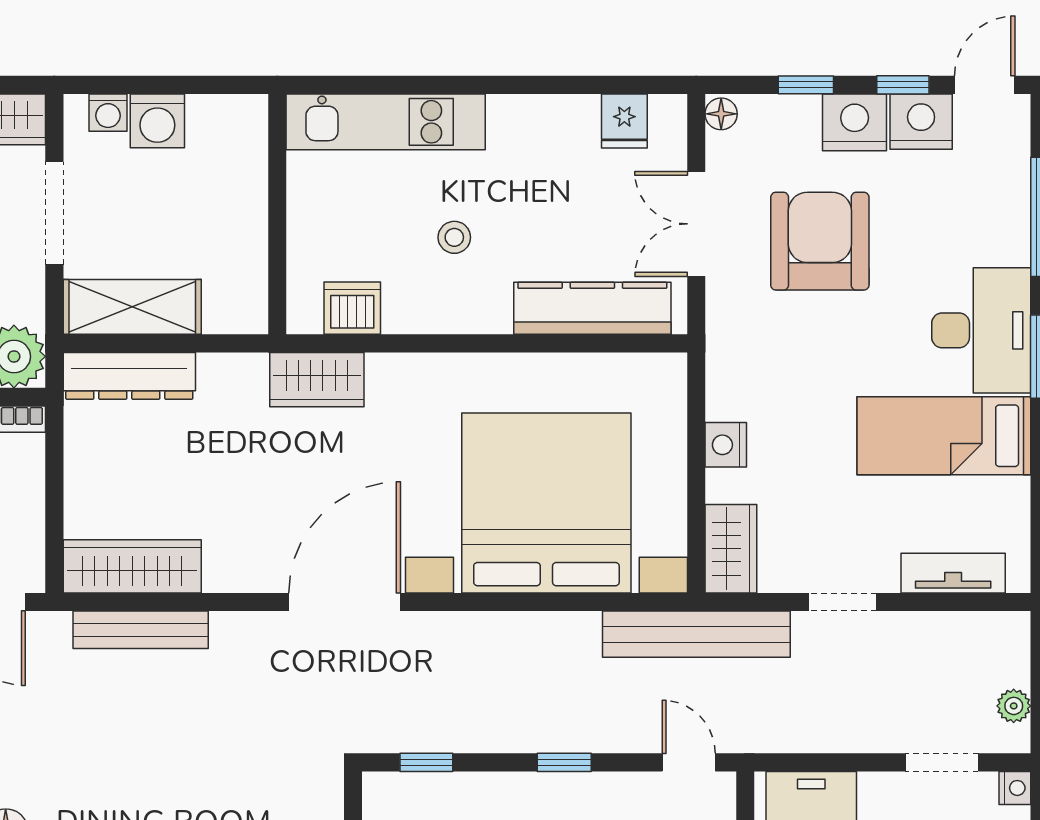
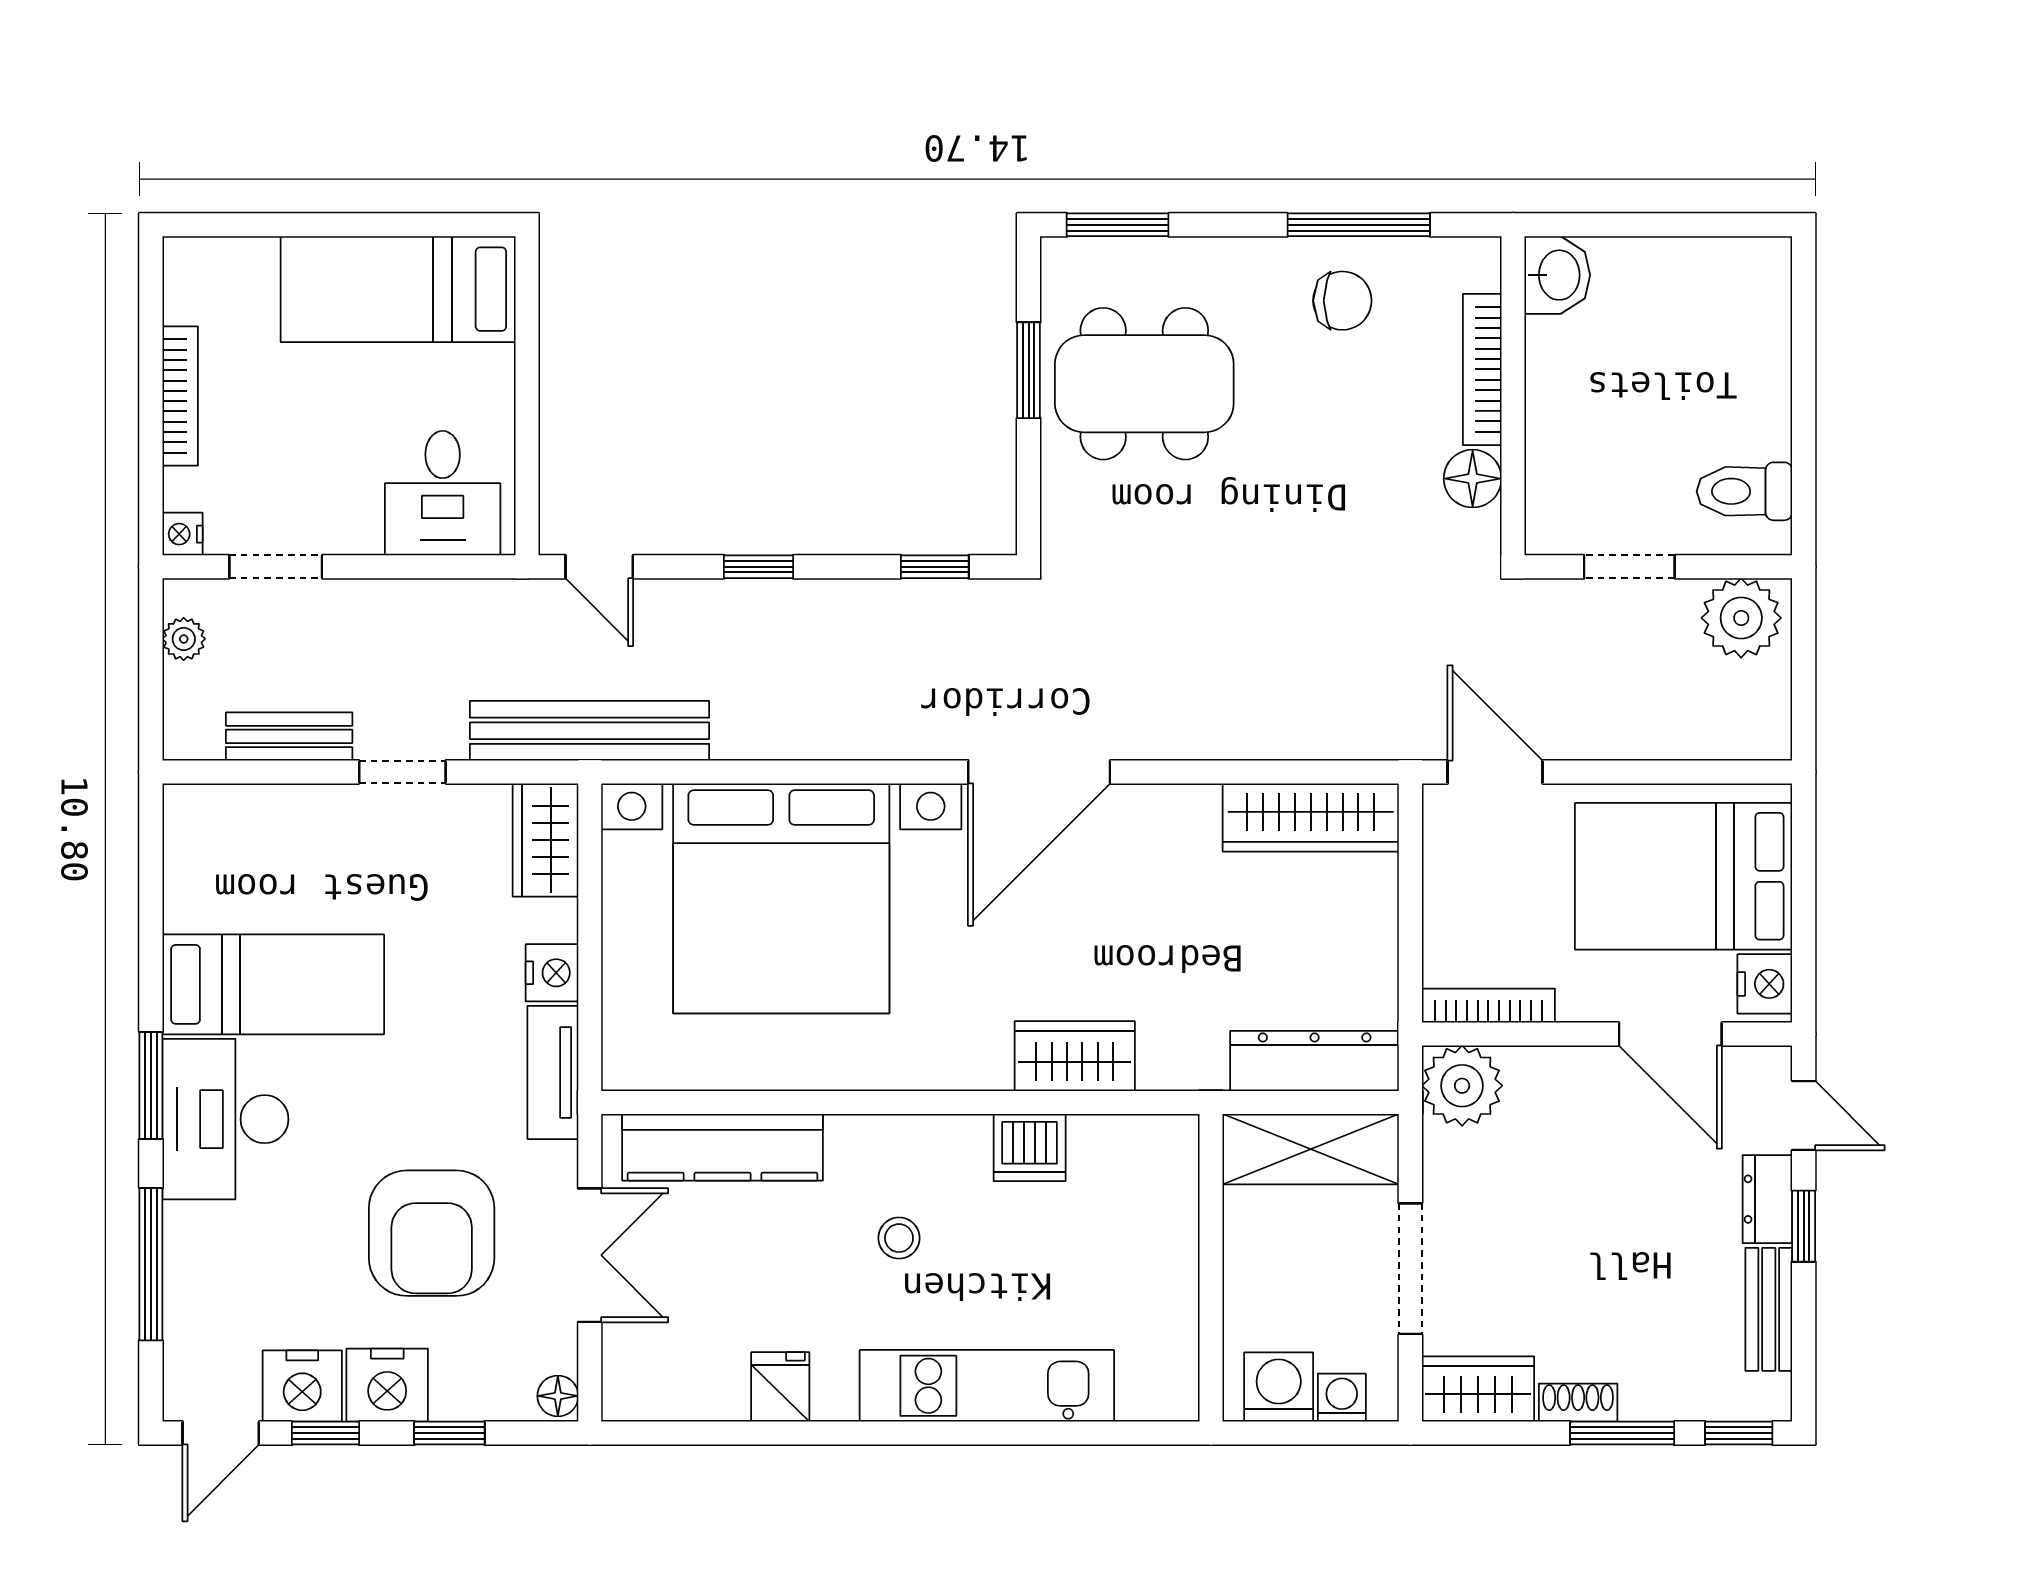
fridge: (624, 121) -> (780, 1387), moved
wall: (277, 214) -> (1211, 1268), moved
tv unit: (953, 573) -> (553, 1073), moved, turned 90
bench: (141, 630) -> (289, 736), moved, width x0.73

